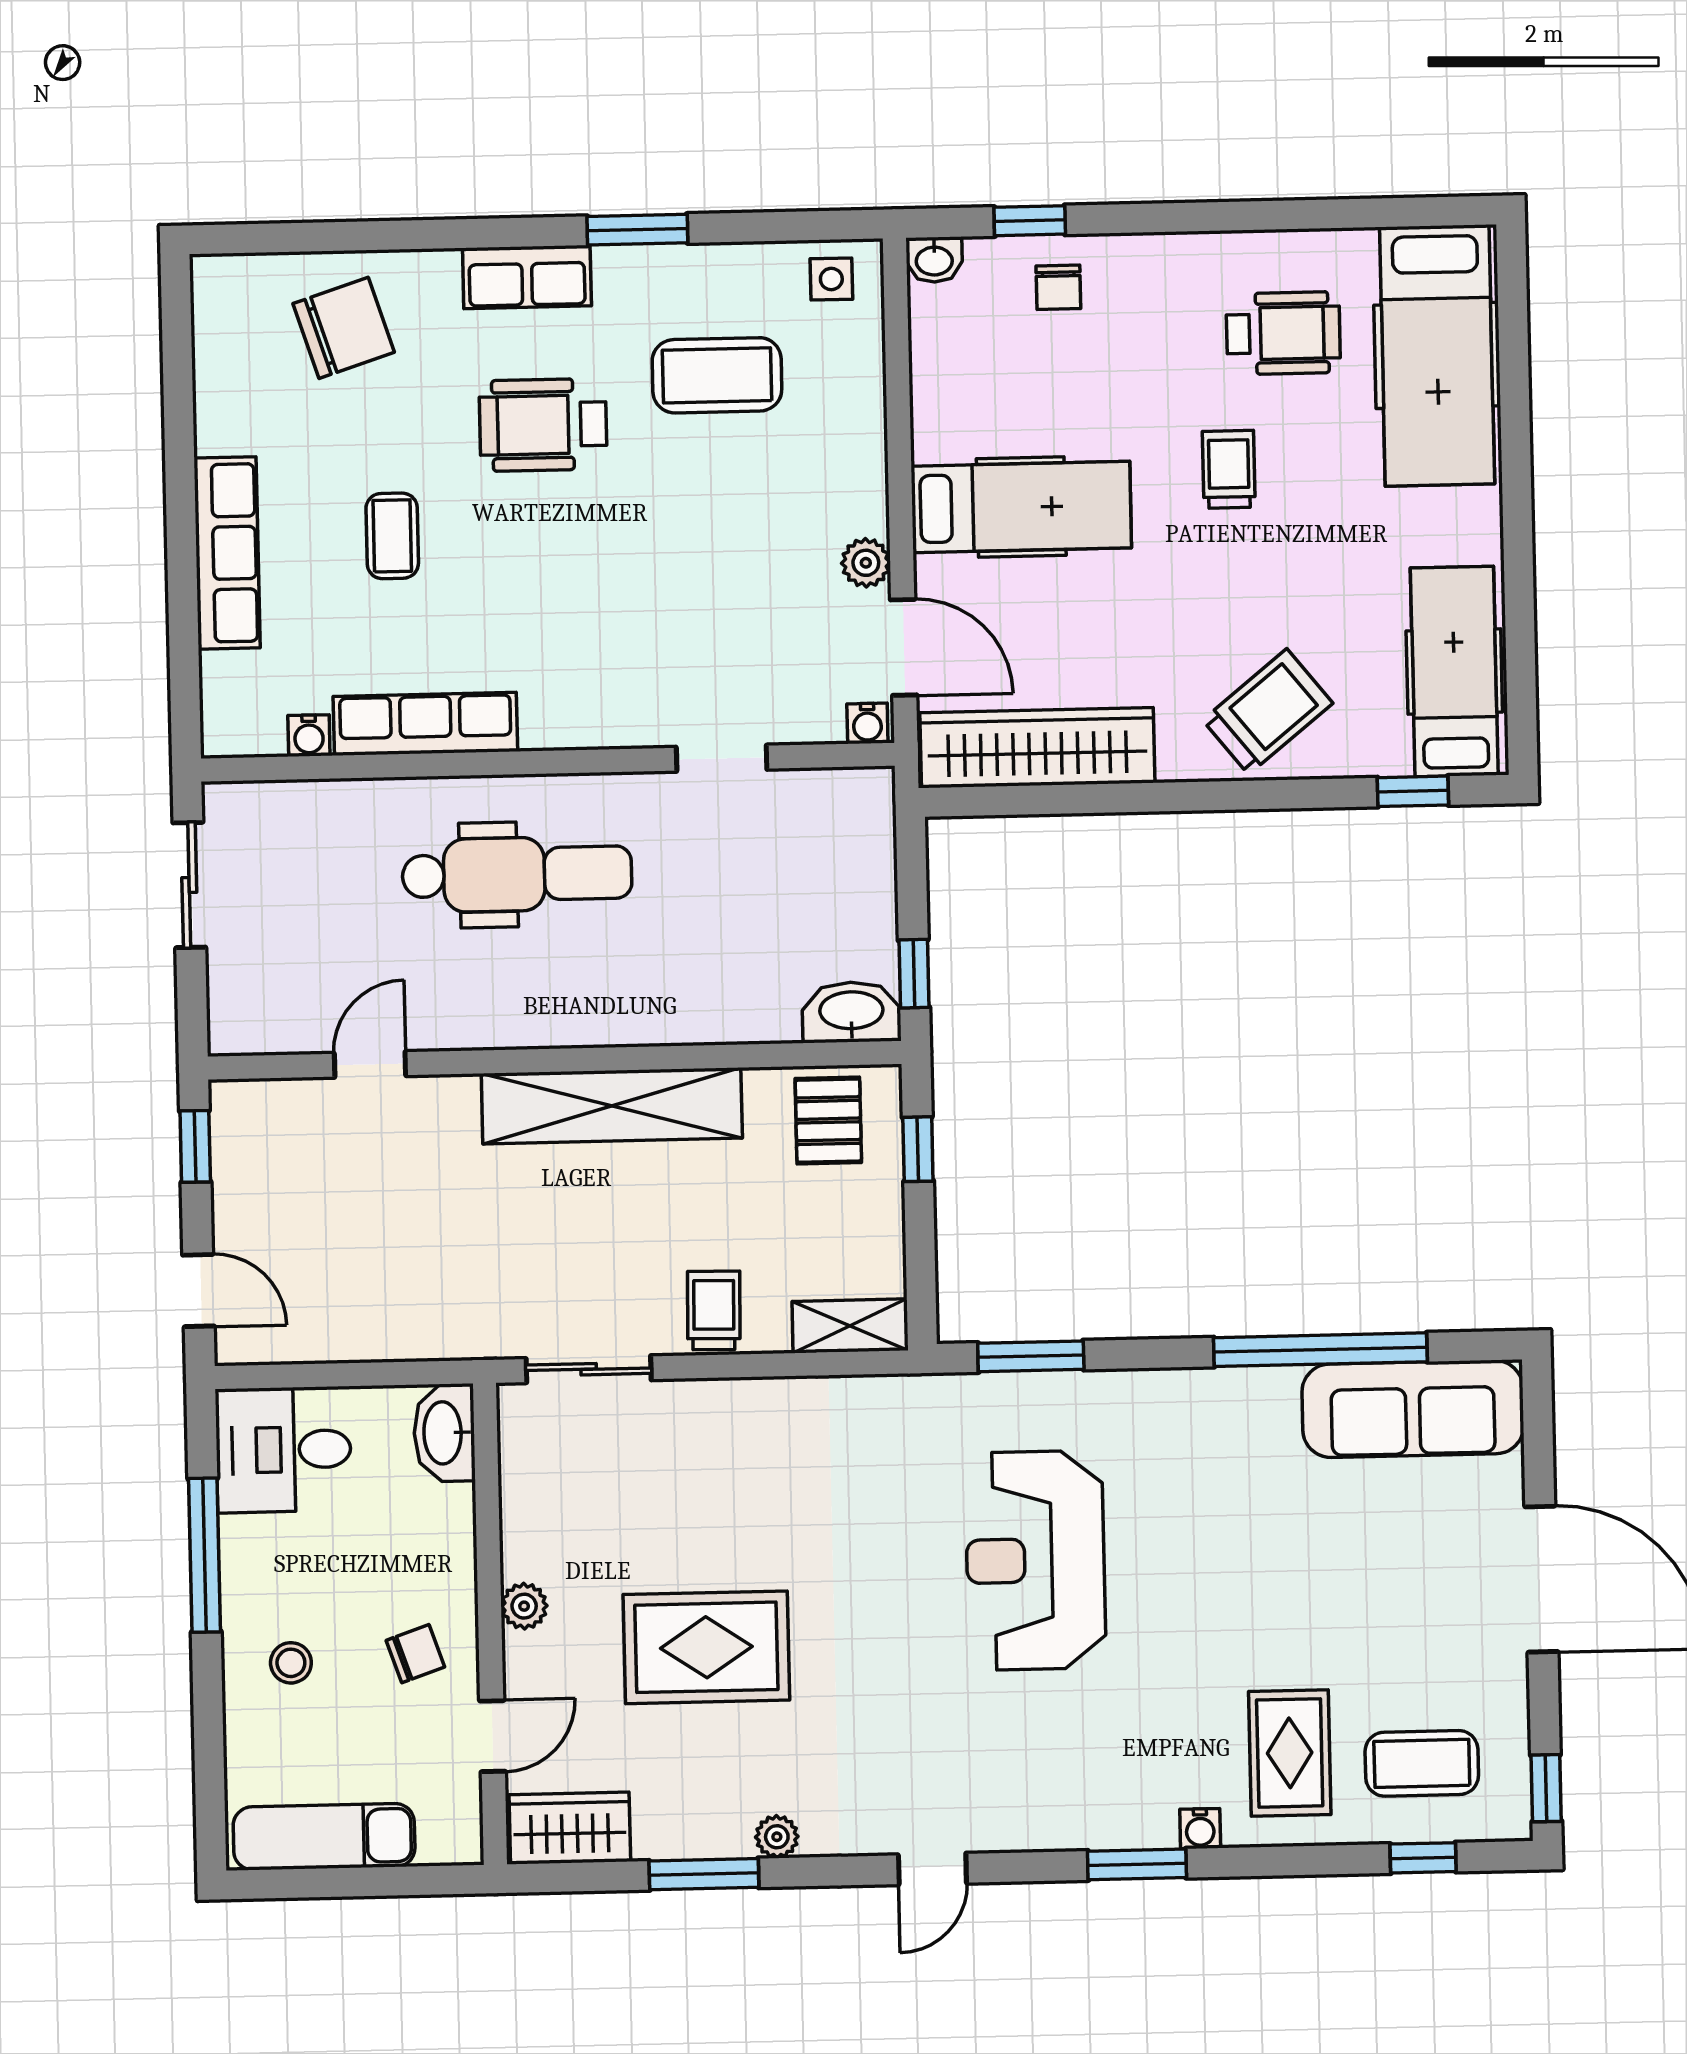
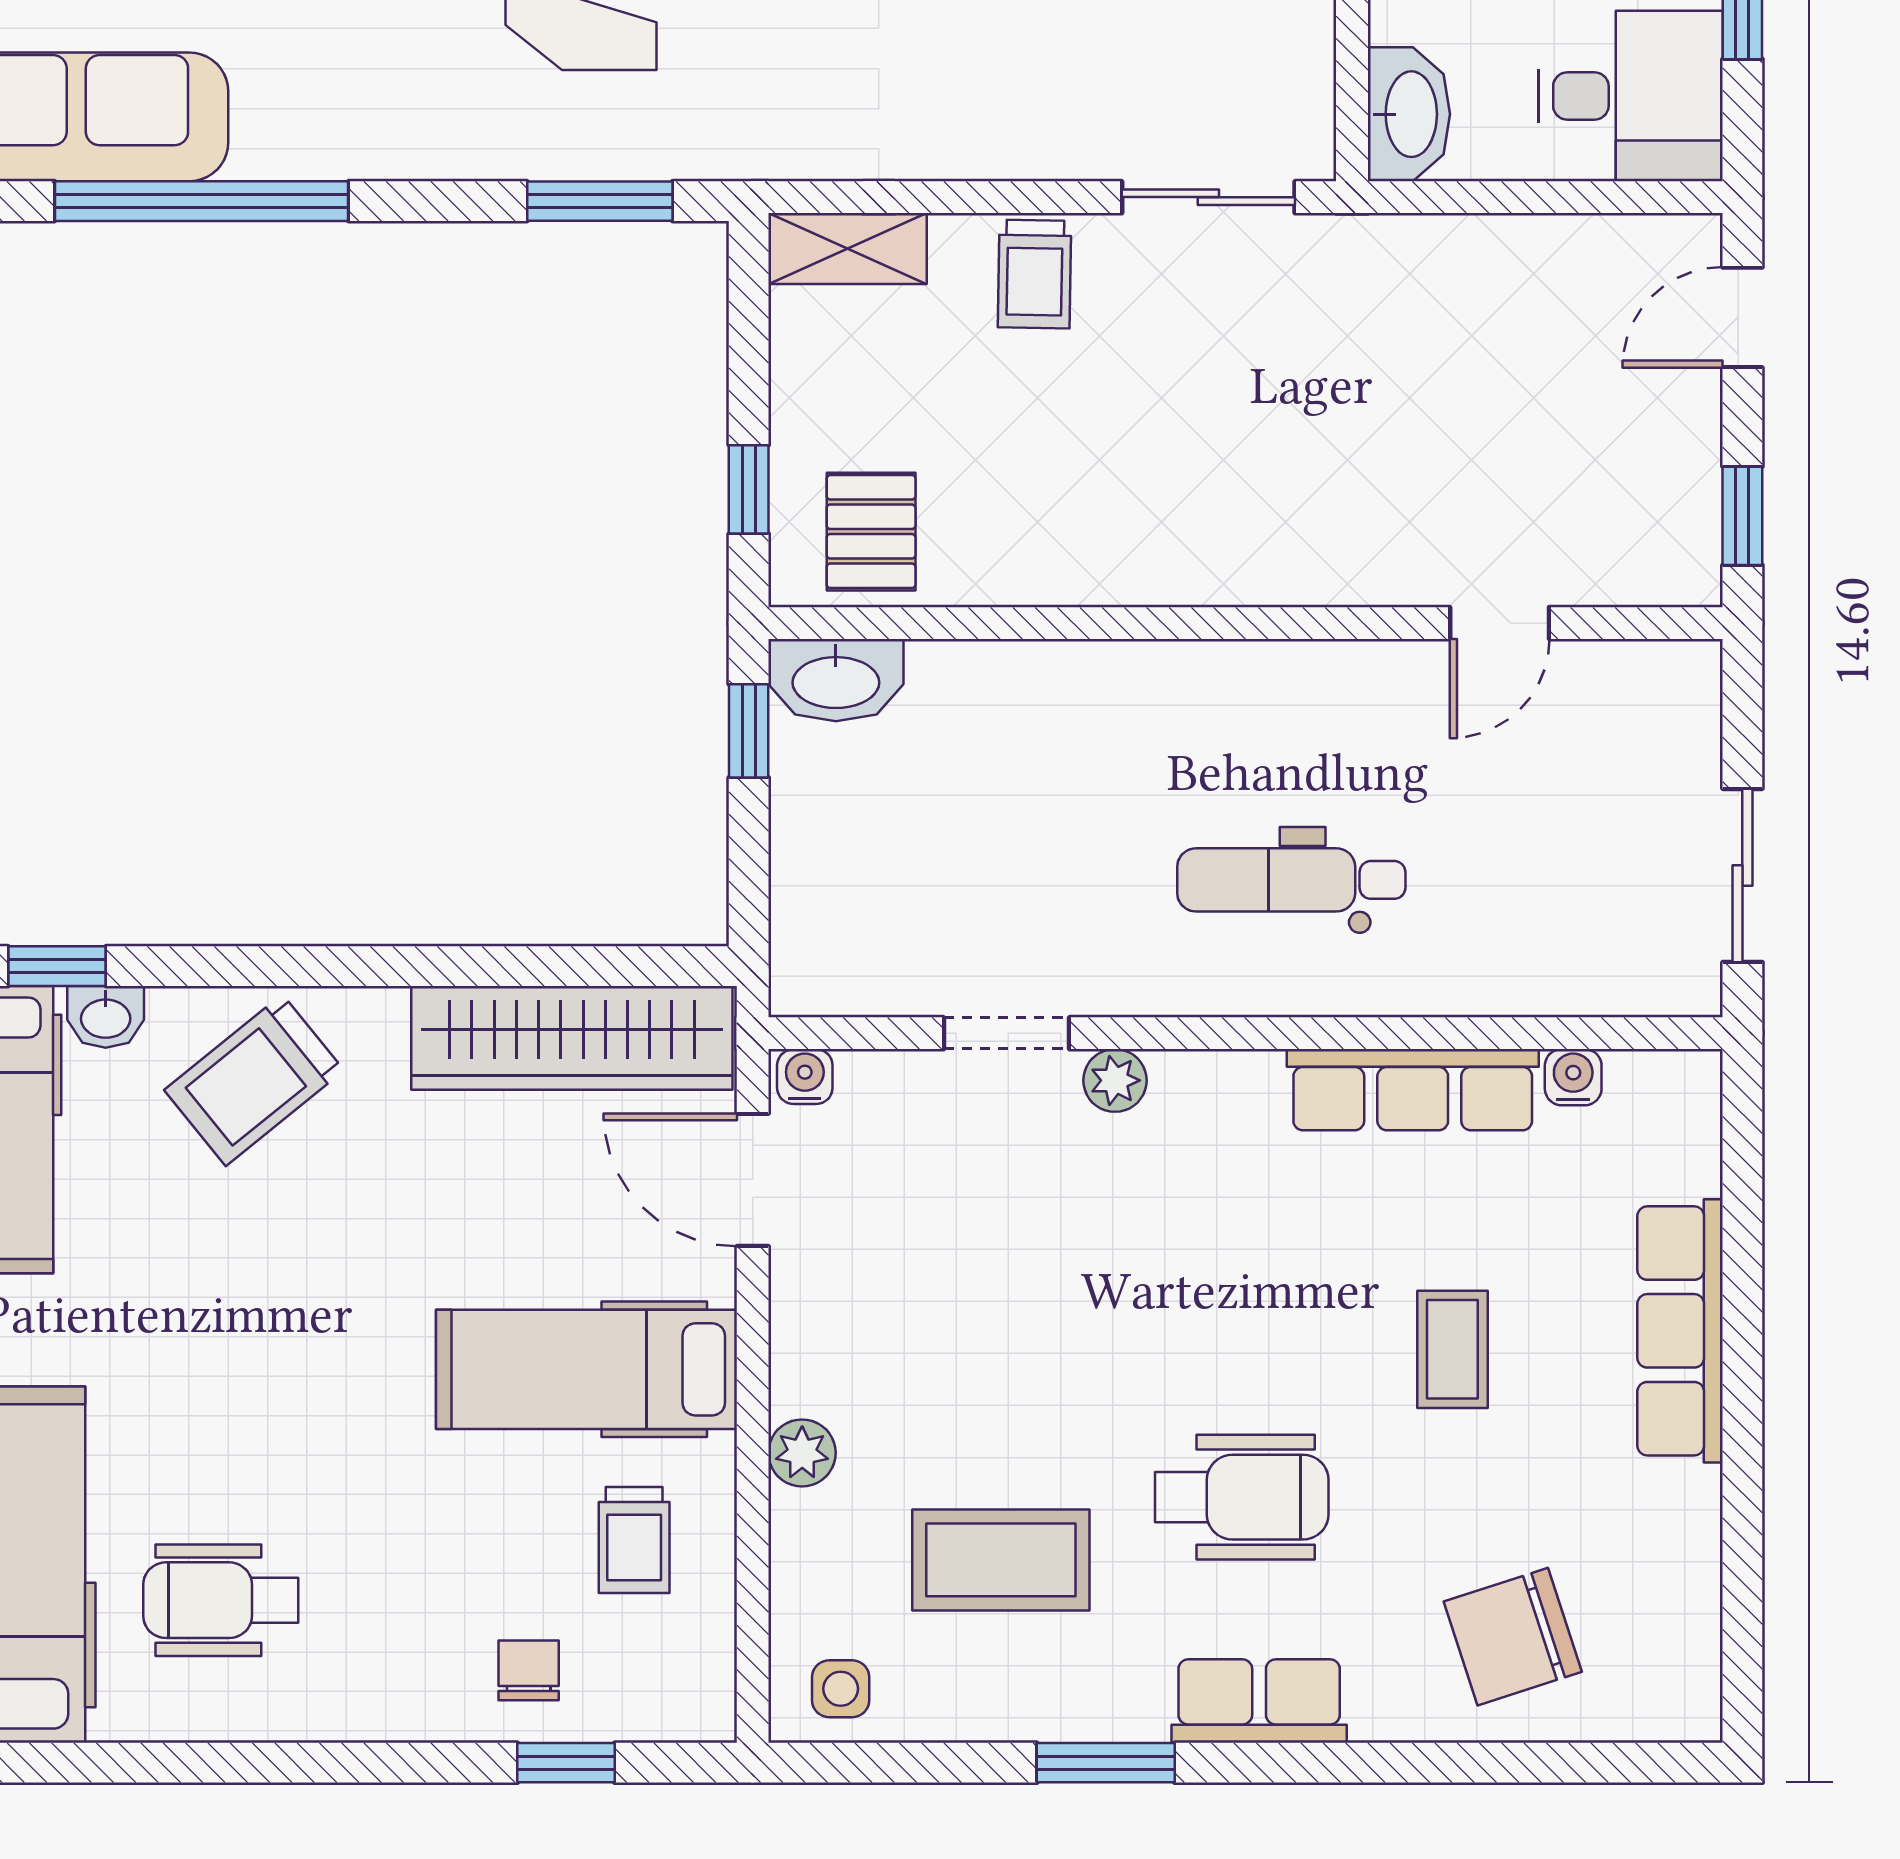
washbasin: (934, 260) -> (106, 1017), moved, turned 180
trolley: (1229, 469) -> (634, 1540), moved
plant: (866, 563) -> (802, 1453), moved
plant: (642, 726) -> (1115, 1080), added
dental chair: (517, 874) -> (1291, 880), width x0.73, depth x0.72
shelving: (612, 1106) -> (1168, 559), removed
door: (198, 1291) -> (1742, 317), hinge flipped

